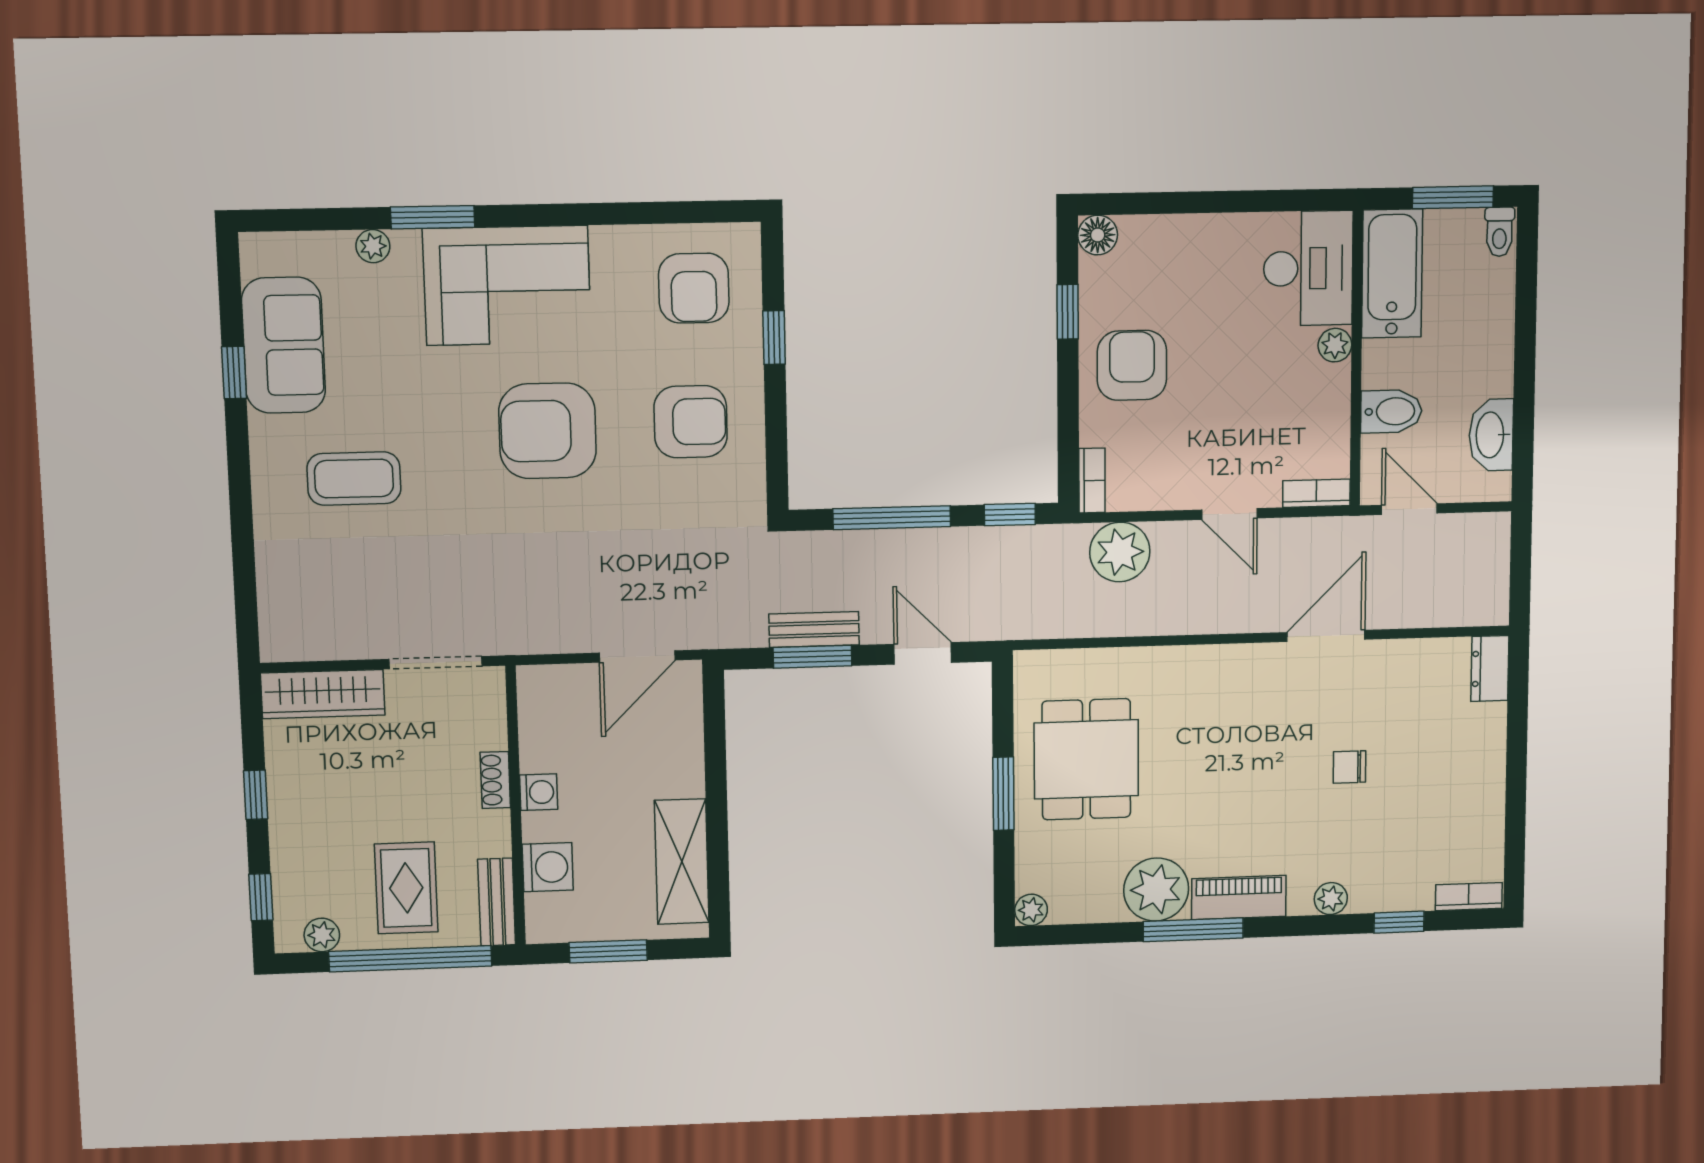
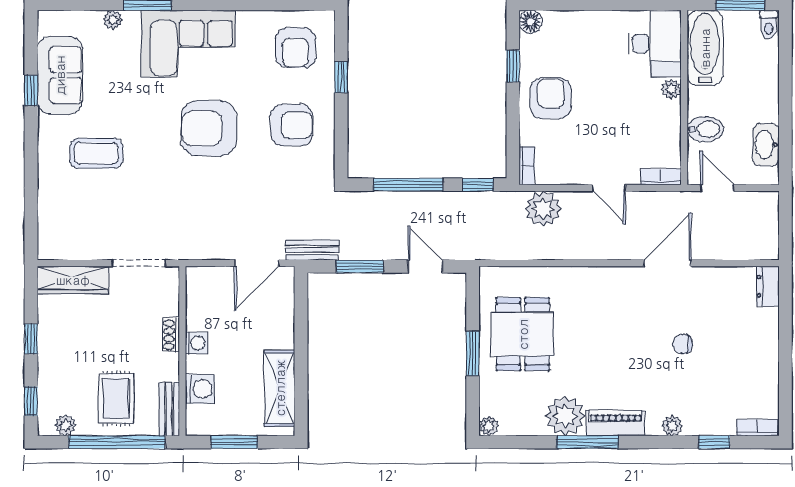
bench: (814, 629) -> (312, 250), moved

